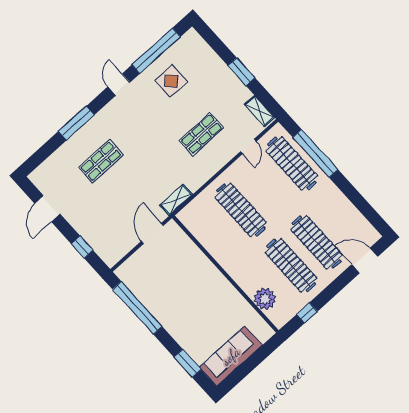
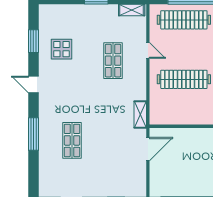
window: (156, 51) -> (33, 41), width x0.47
door: (248, 146) -> (148, 50), moved
door: (153, 233) -> (148, 149), swing flipped

